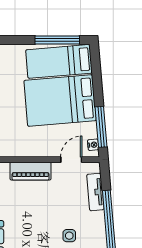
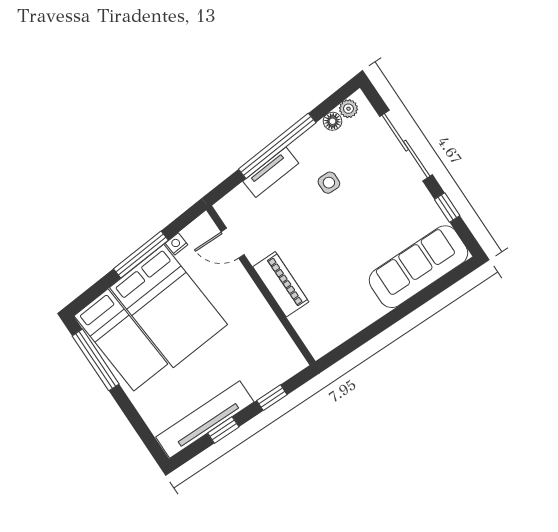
window: (101, 127) -> (141, 254), moved
nightstand: (93, 145) -> (176, 244), moved
tv unit: (95, 192) -> (271, 172), moved

